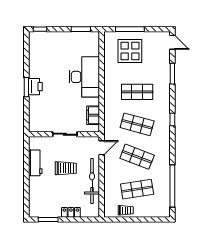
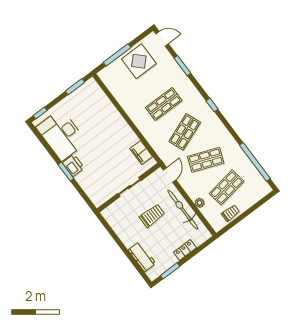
display table: (130, 51) -> (139, 61), moved
desk: (84, 77) -> (61, 135), moved, turned 180
shop shelf: (137, 124) -> (185, 132), turned -36
workbench: (35, 163) -> (142, 257), moved
plant: (108, 185) -> (200, 203), added

